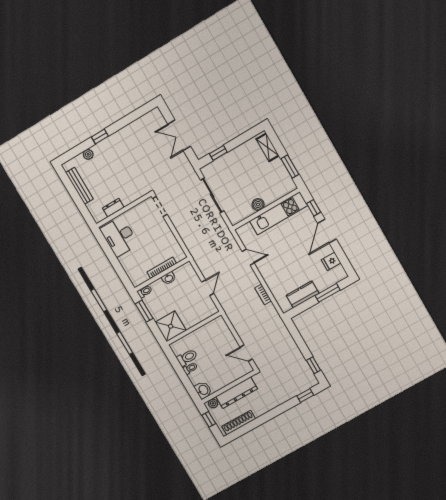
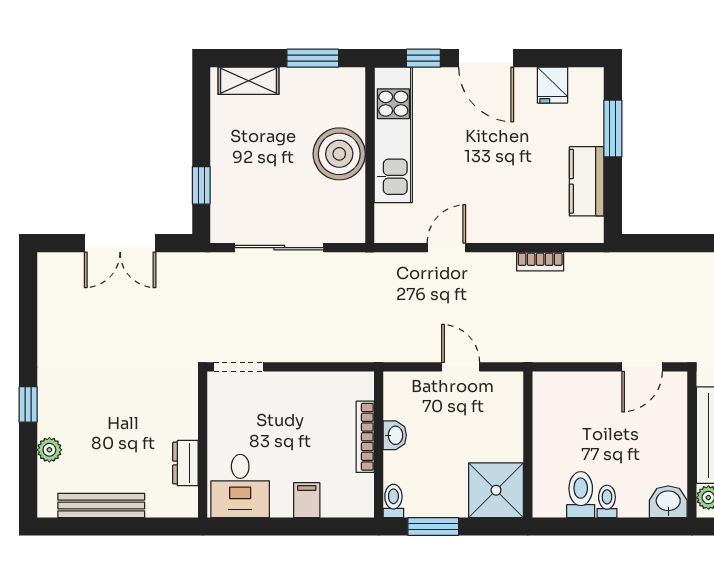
boiler: (258, 205) -> (339, 154), width x1.86, depth x1.86
desk: (119, 237) -> (240, 486), width x0.73
filing cabinet: (126, 260) -> (307, 500), added

